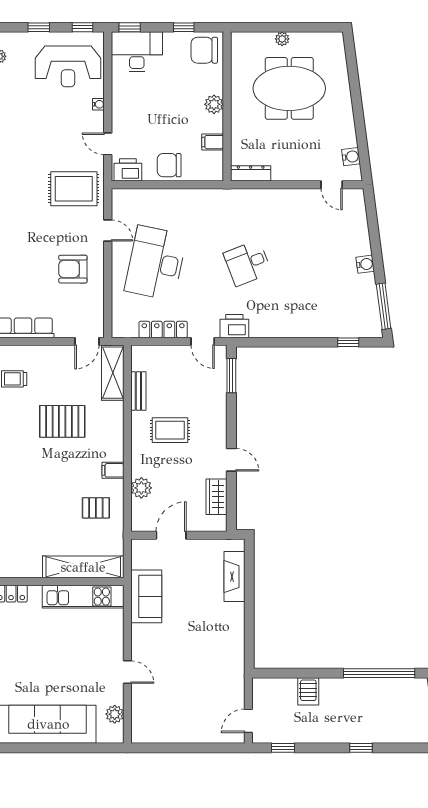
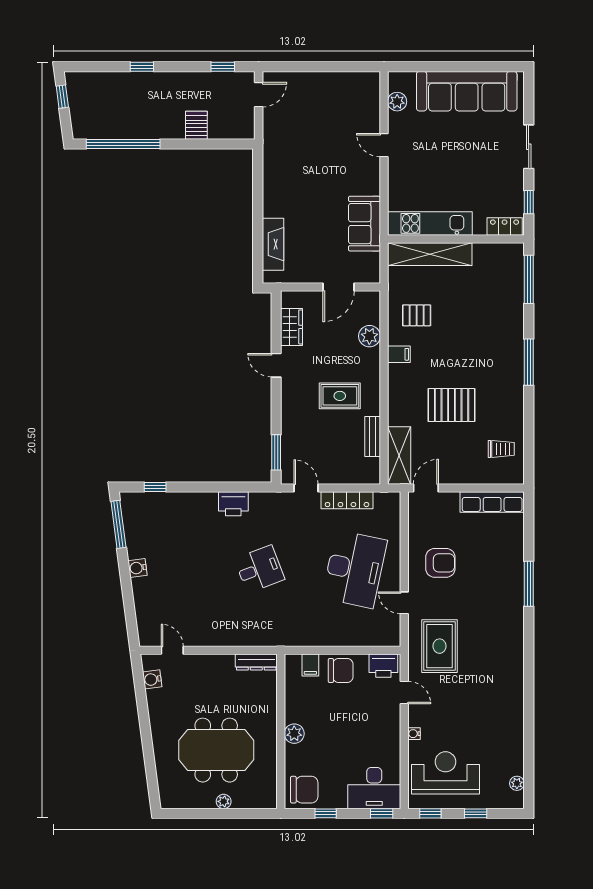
filing cabinet: (213, 142) -> (310, 665), moved, turned 90
rug: (74, 189) -> (440, 646), turned 90
printer: (234, 326) -> (233, 504), moved

